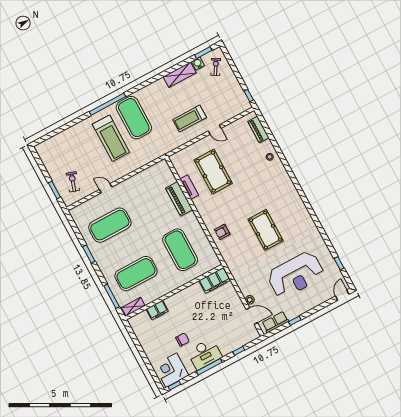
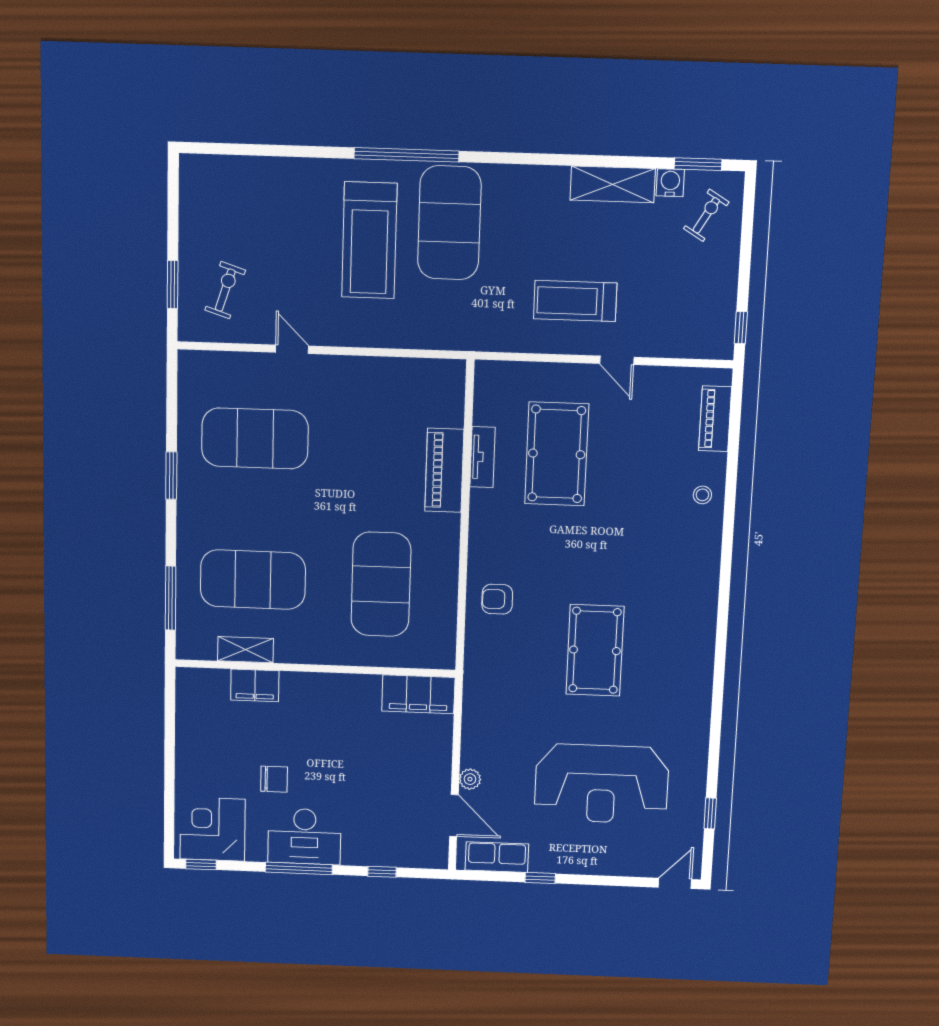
shelving: (133, 307) -> (246, 650), moved

